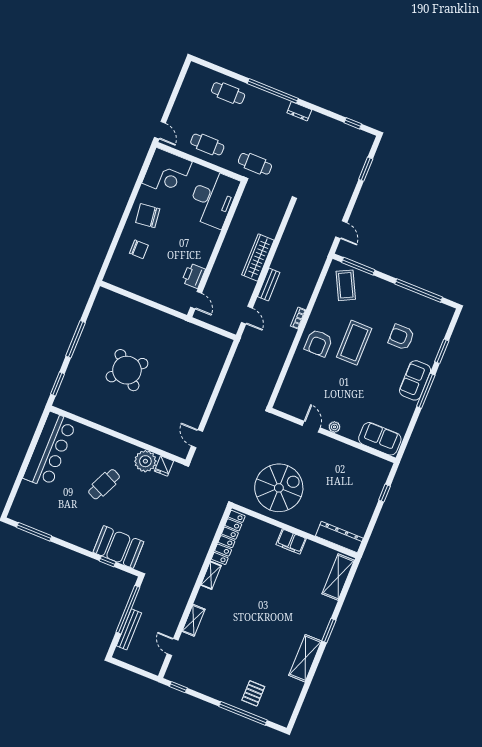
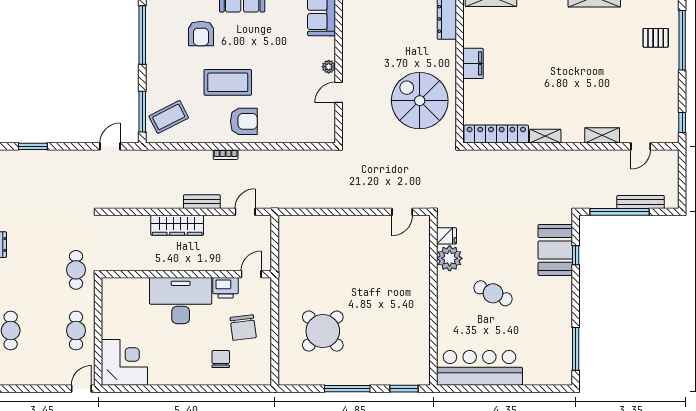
desk: (213, 198) -> (181, 301), moved
chair: (148, 216) -> (243, 328), moved
round table: (127, 370) -> (323, 331), moved

